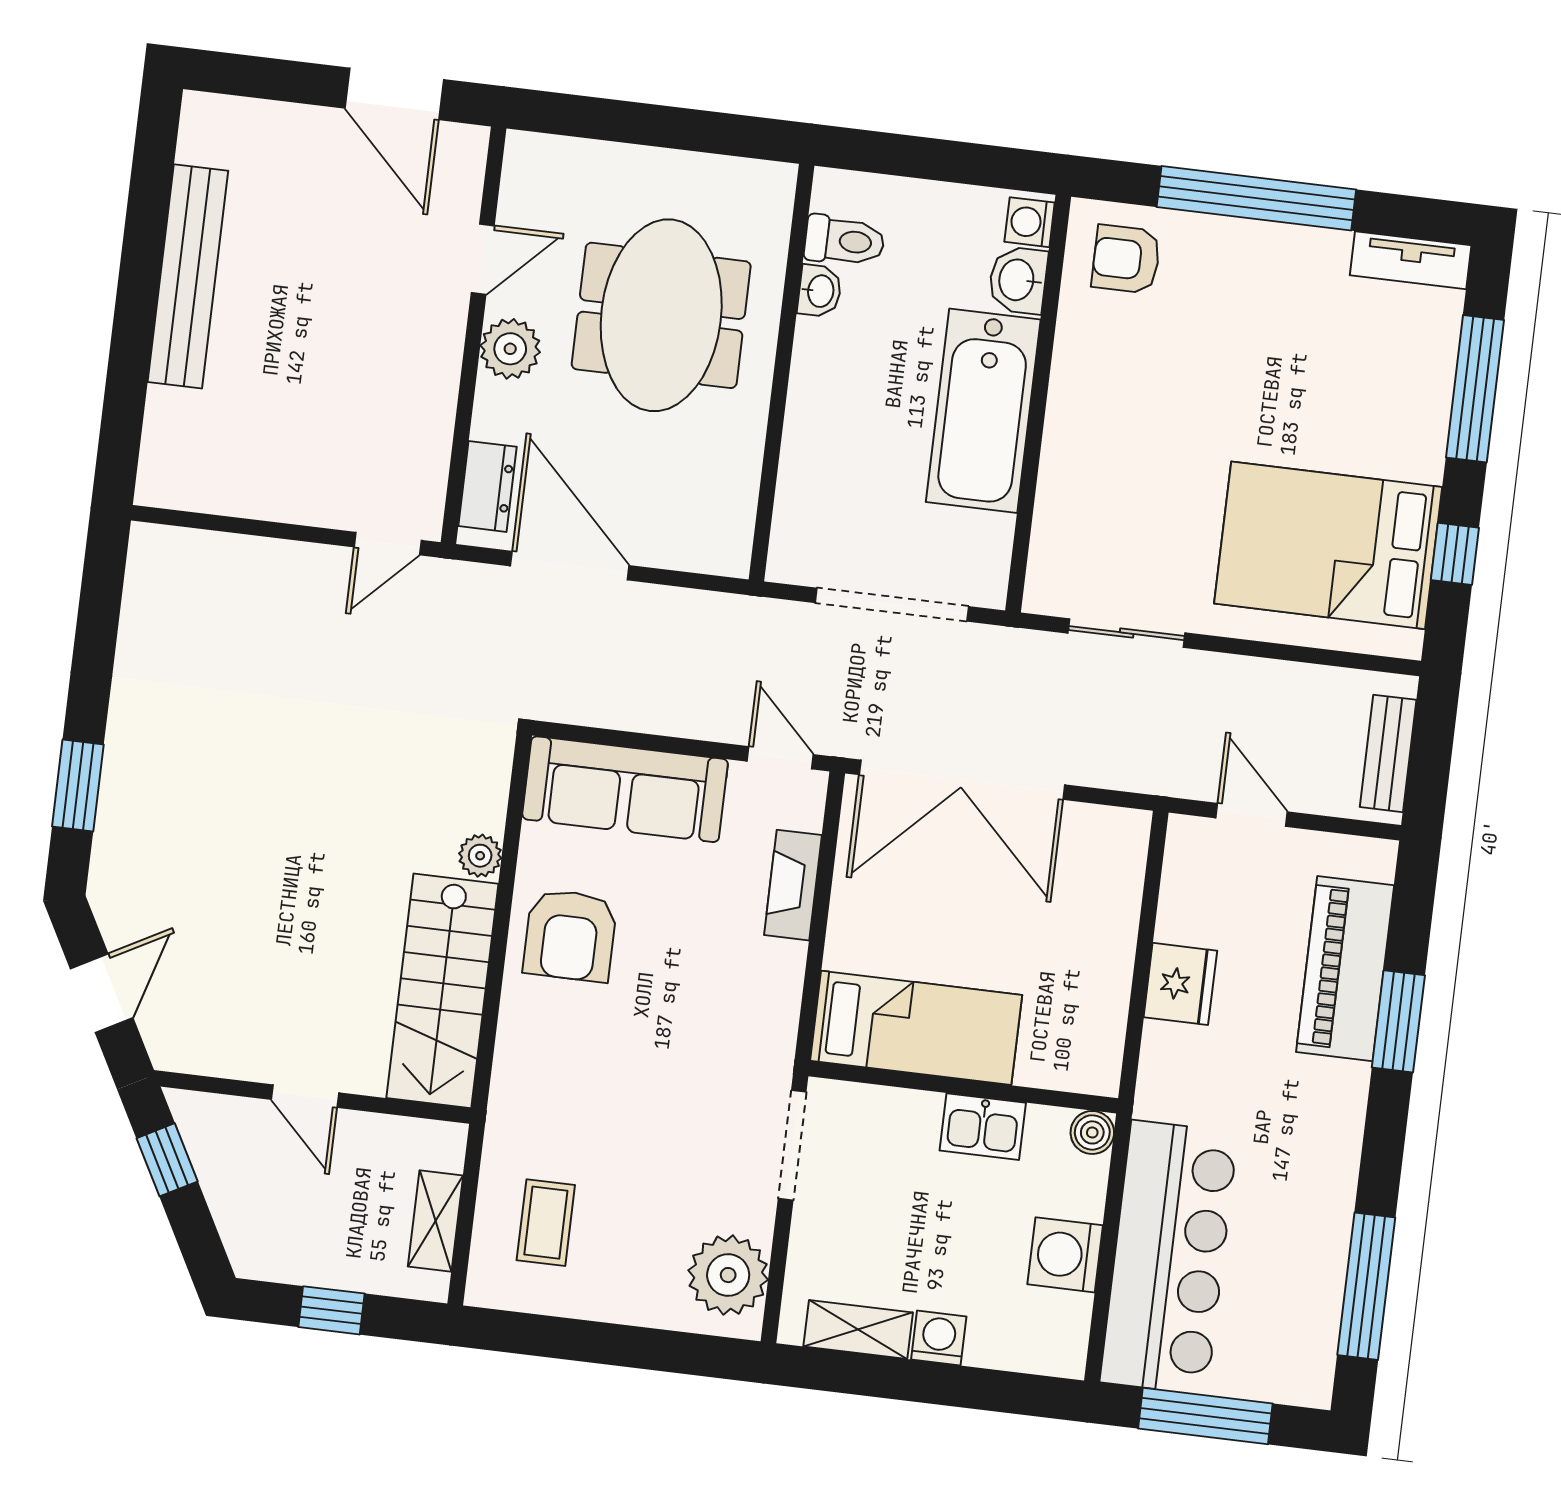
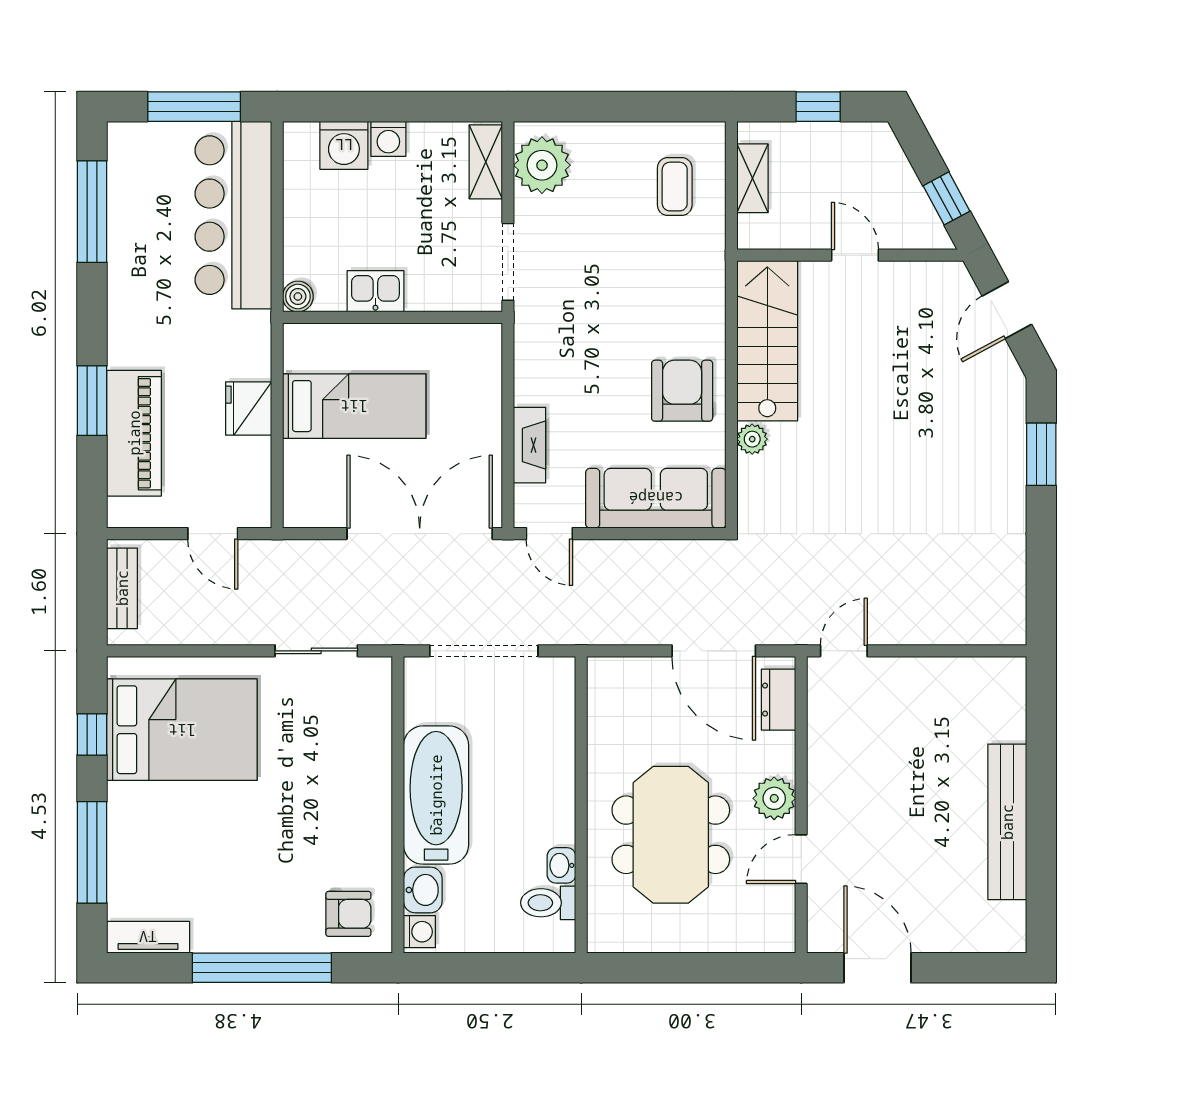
bed: (916, 1028) -> (354, 406), moved, turned 180
washing machine: (1065, 1255) -> (344, 145), moved, turned 90
shelving: (858, 1330) -> (486, 162), moved, turned 90

